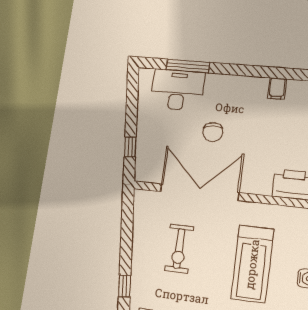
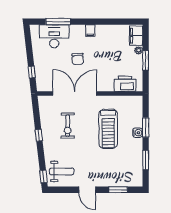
filing cabinet: (277, 89) -> (90, 31), moved
window: (125, 286) -> (39, 135), moved

